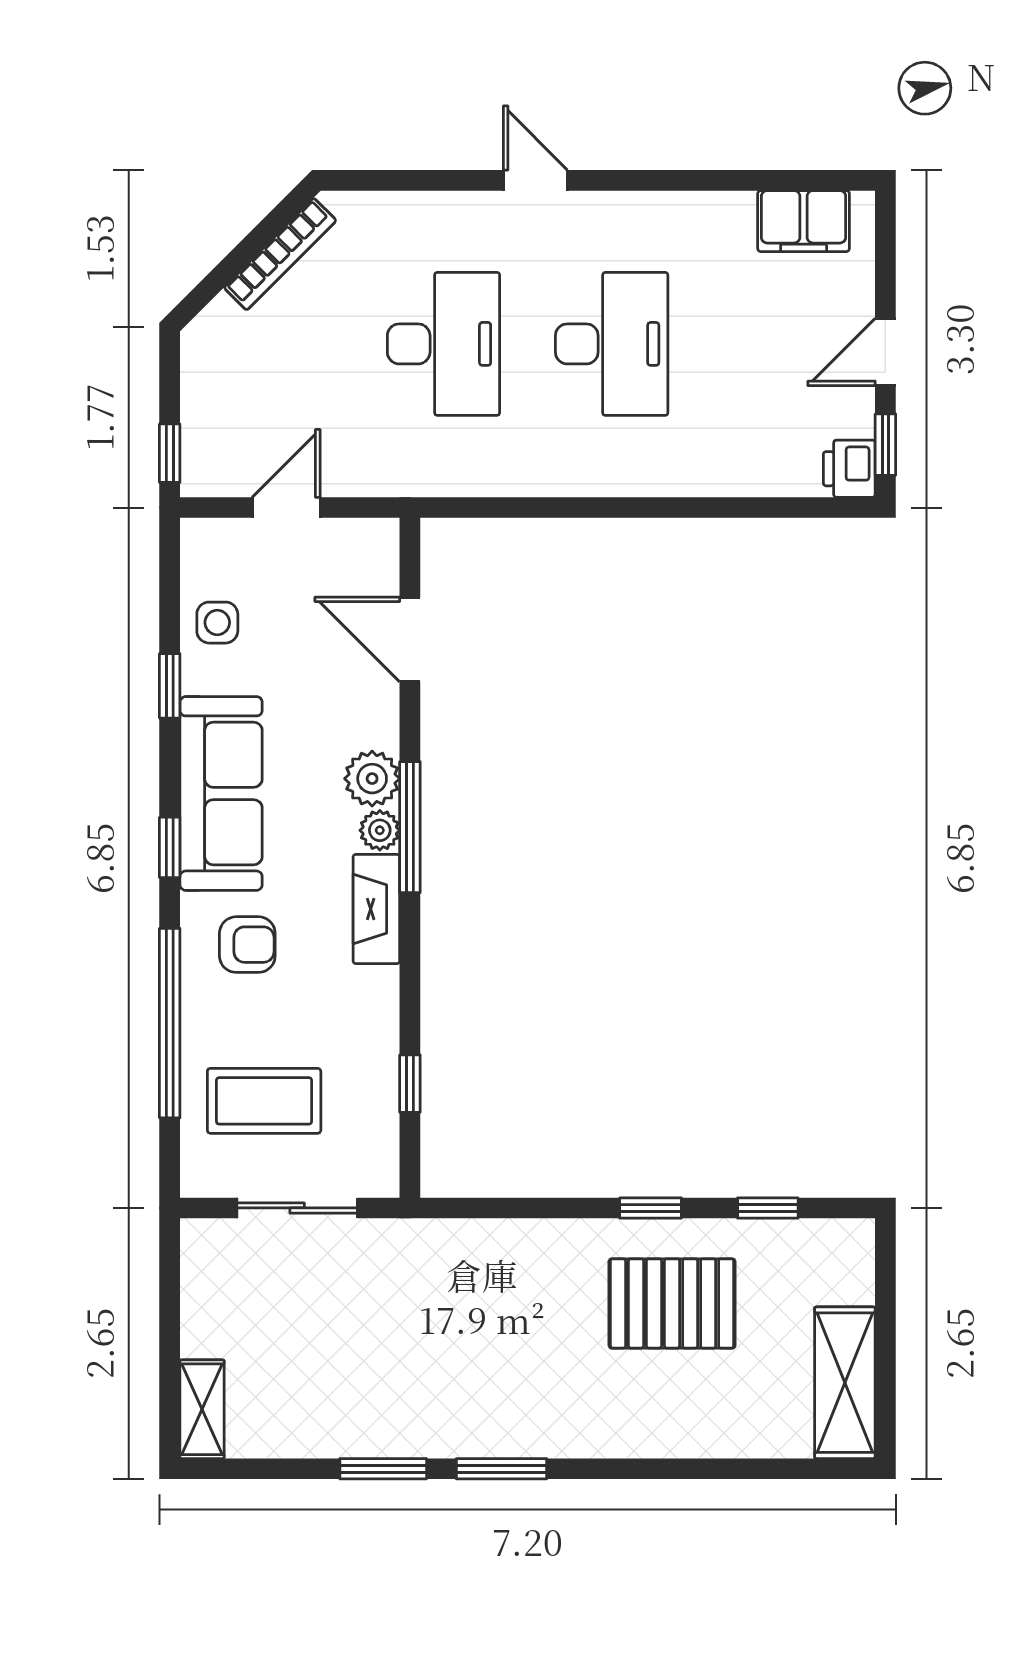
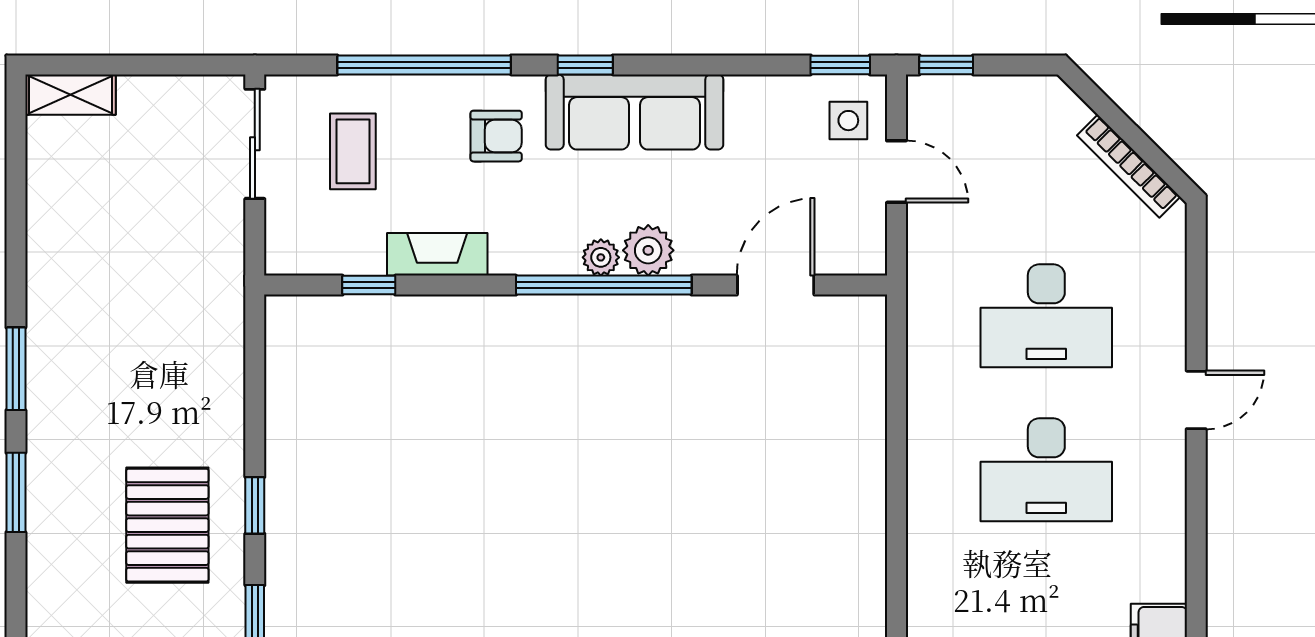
side table: (217, 623) -> (848, 121), moved
window: (170, 686) -> (840, 65), moved
window: (410, 827) -> (604, 285), width x1.46
fireplace: (376, 909) -> (437, 254), moved
armchair: (247, 945) -> (496, 136), turned -90
coffee table: (264, 1101) -> (353, 151), width x0.73, depth x0.77
sliding door: (297, 1208) -> (255, 144), moved
window: (383, 1469) -> (16, 492), moved

